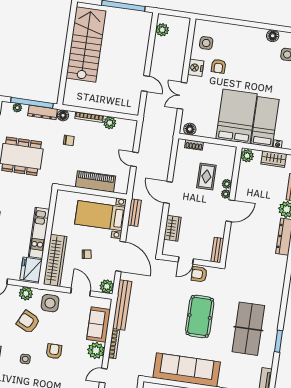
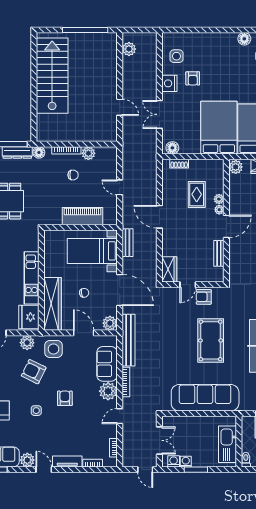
chair: (69, 140) -> (73, 175), moved
wardrobe: (172, 228) -> (169, 269), moved
bench: (217, 250) -> (219, 253), moved

